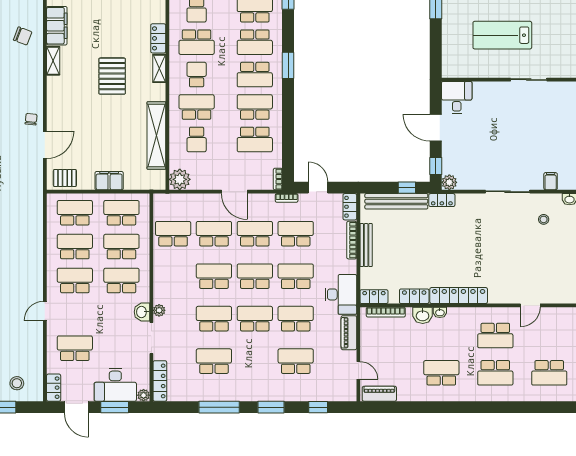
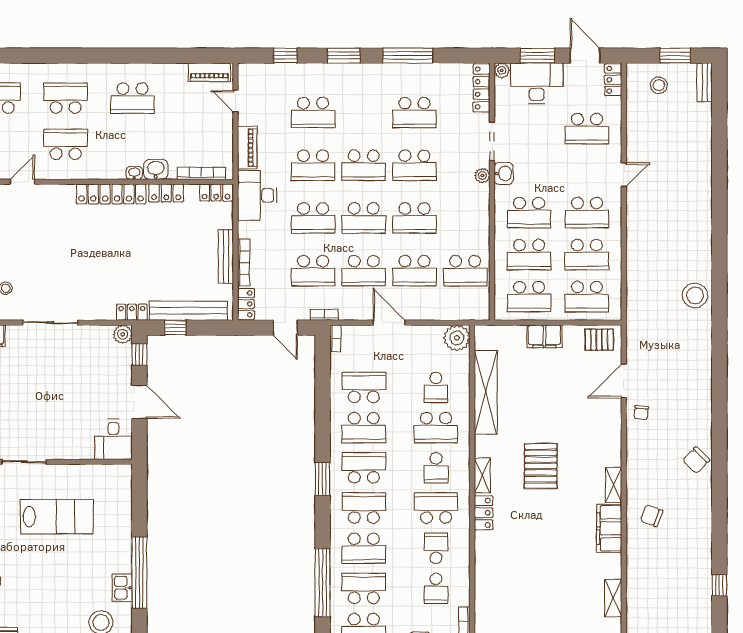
school desk: (197, 139) -> (436, 387), turned 180

